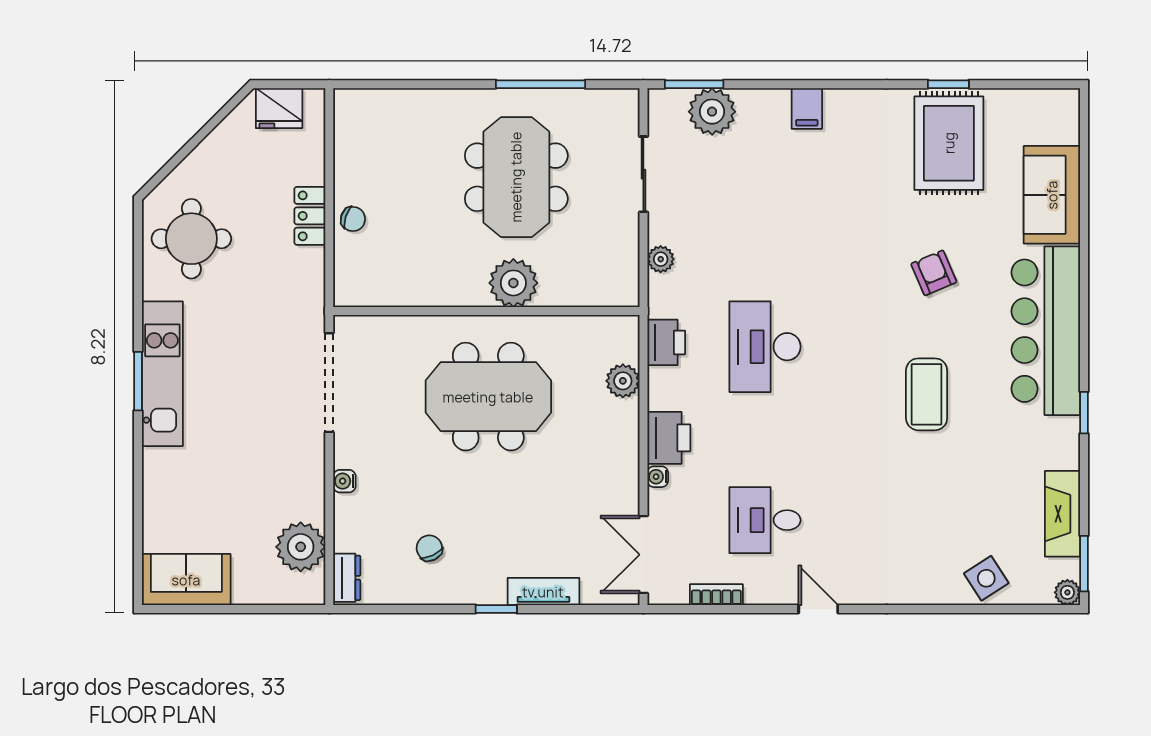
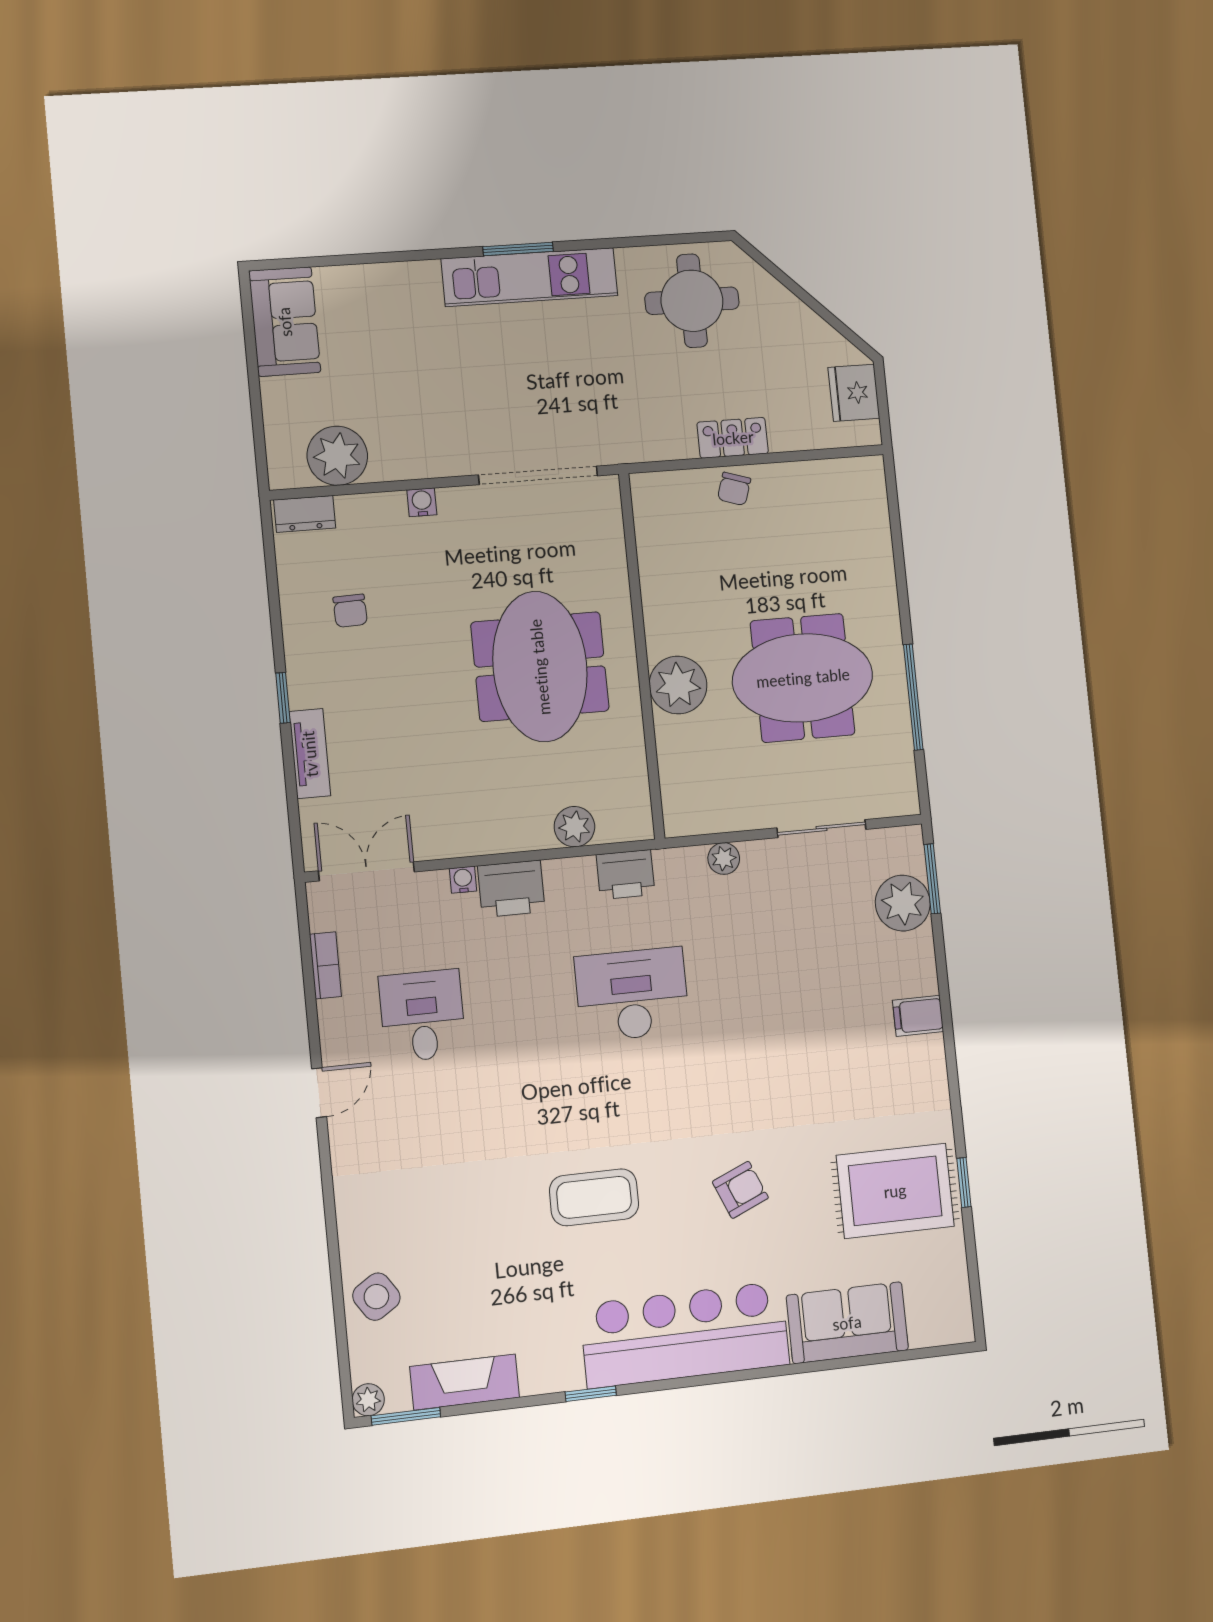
chair: (429, 548) -> (350, 611), turned 113

